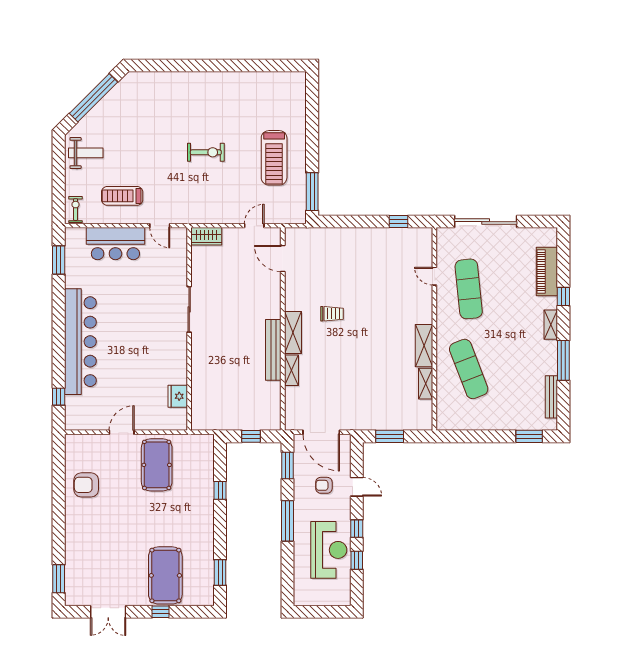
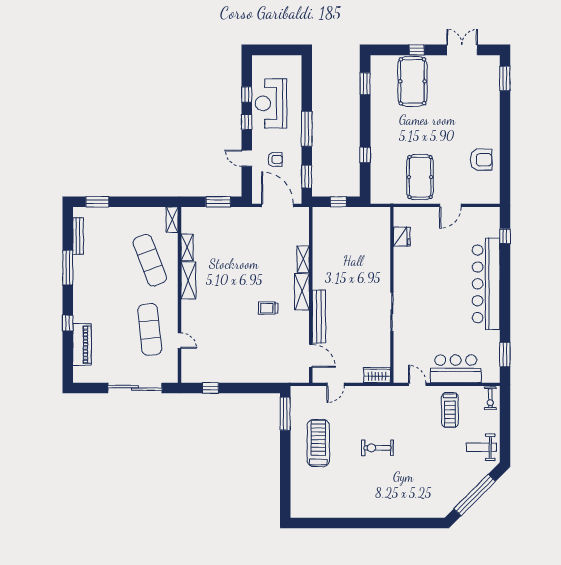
treadmill: (122, 196) -> (450, 410), turned 90
shelving: (551, 325) -> (172, 220), moved
bench: (273, 350) -> (319, 317), moved

